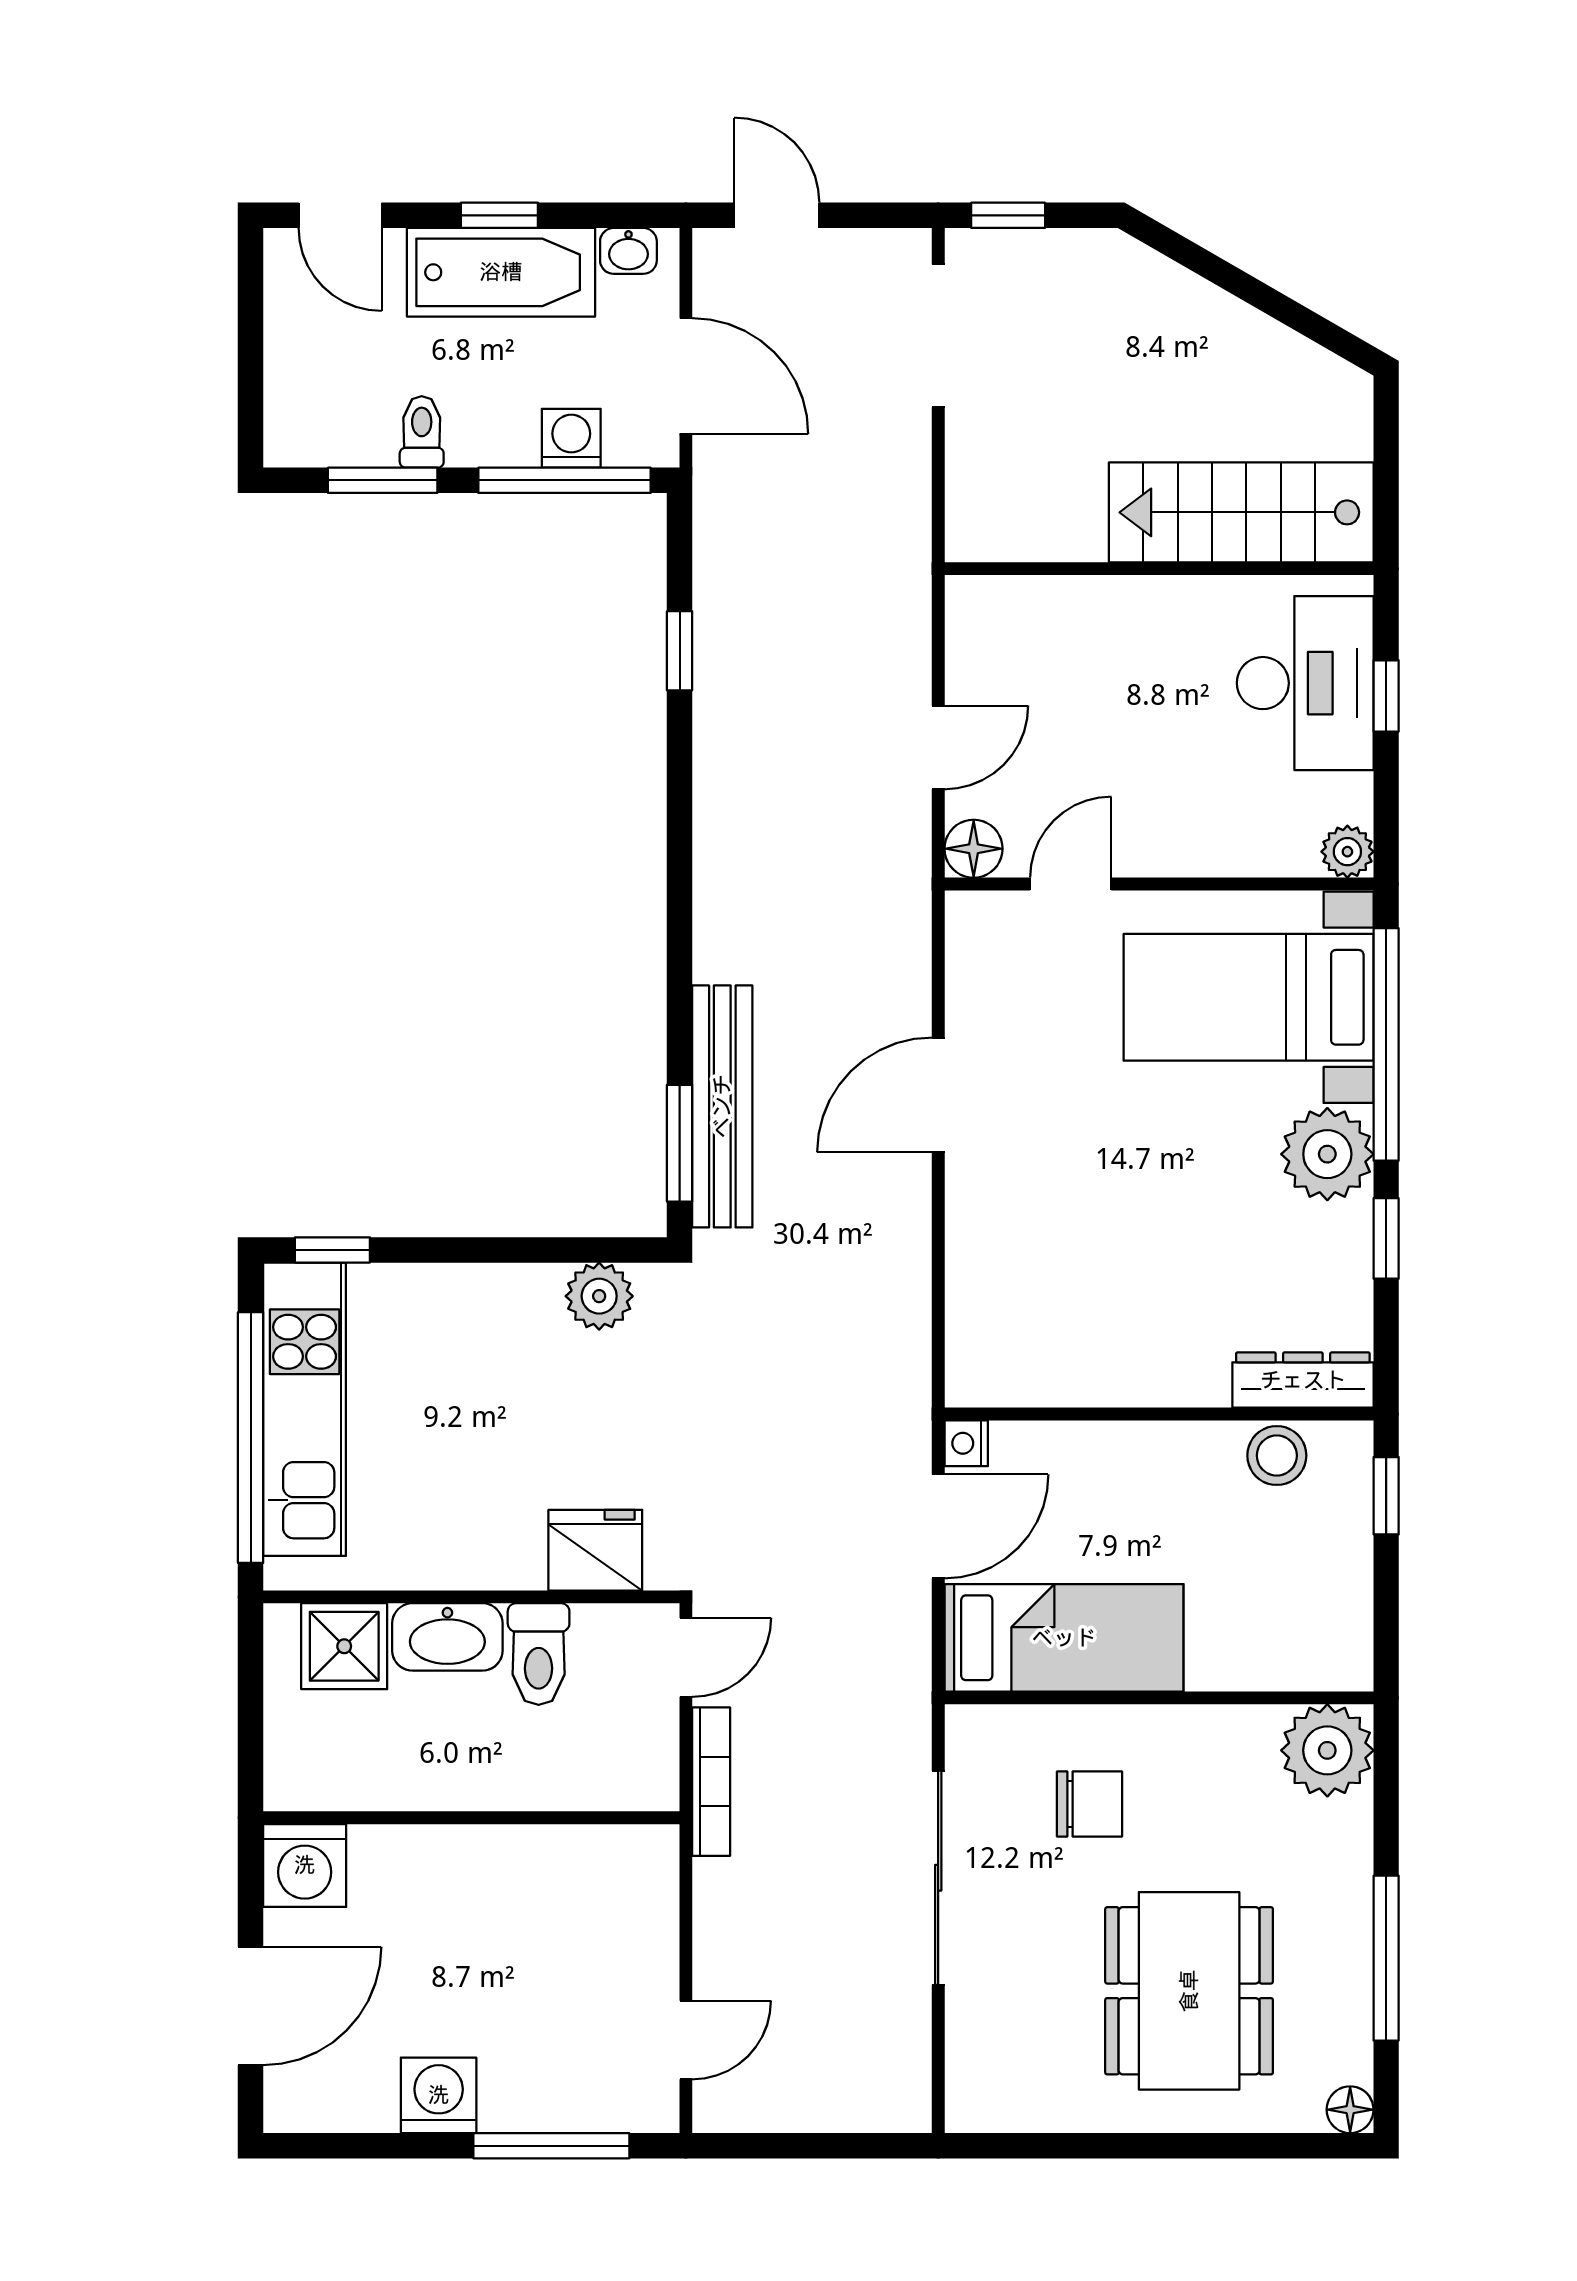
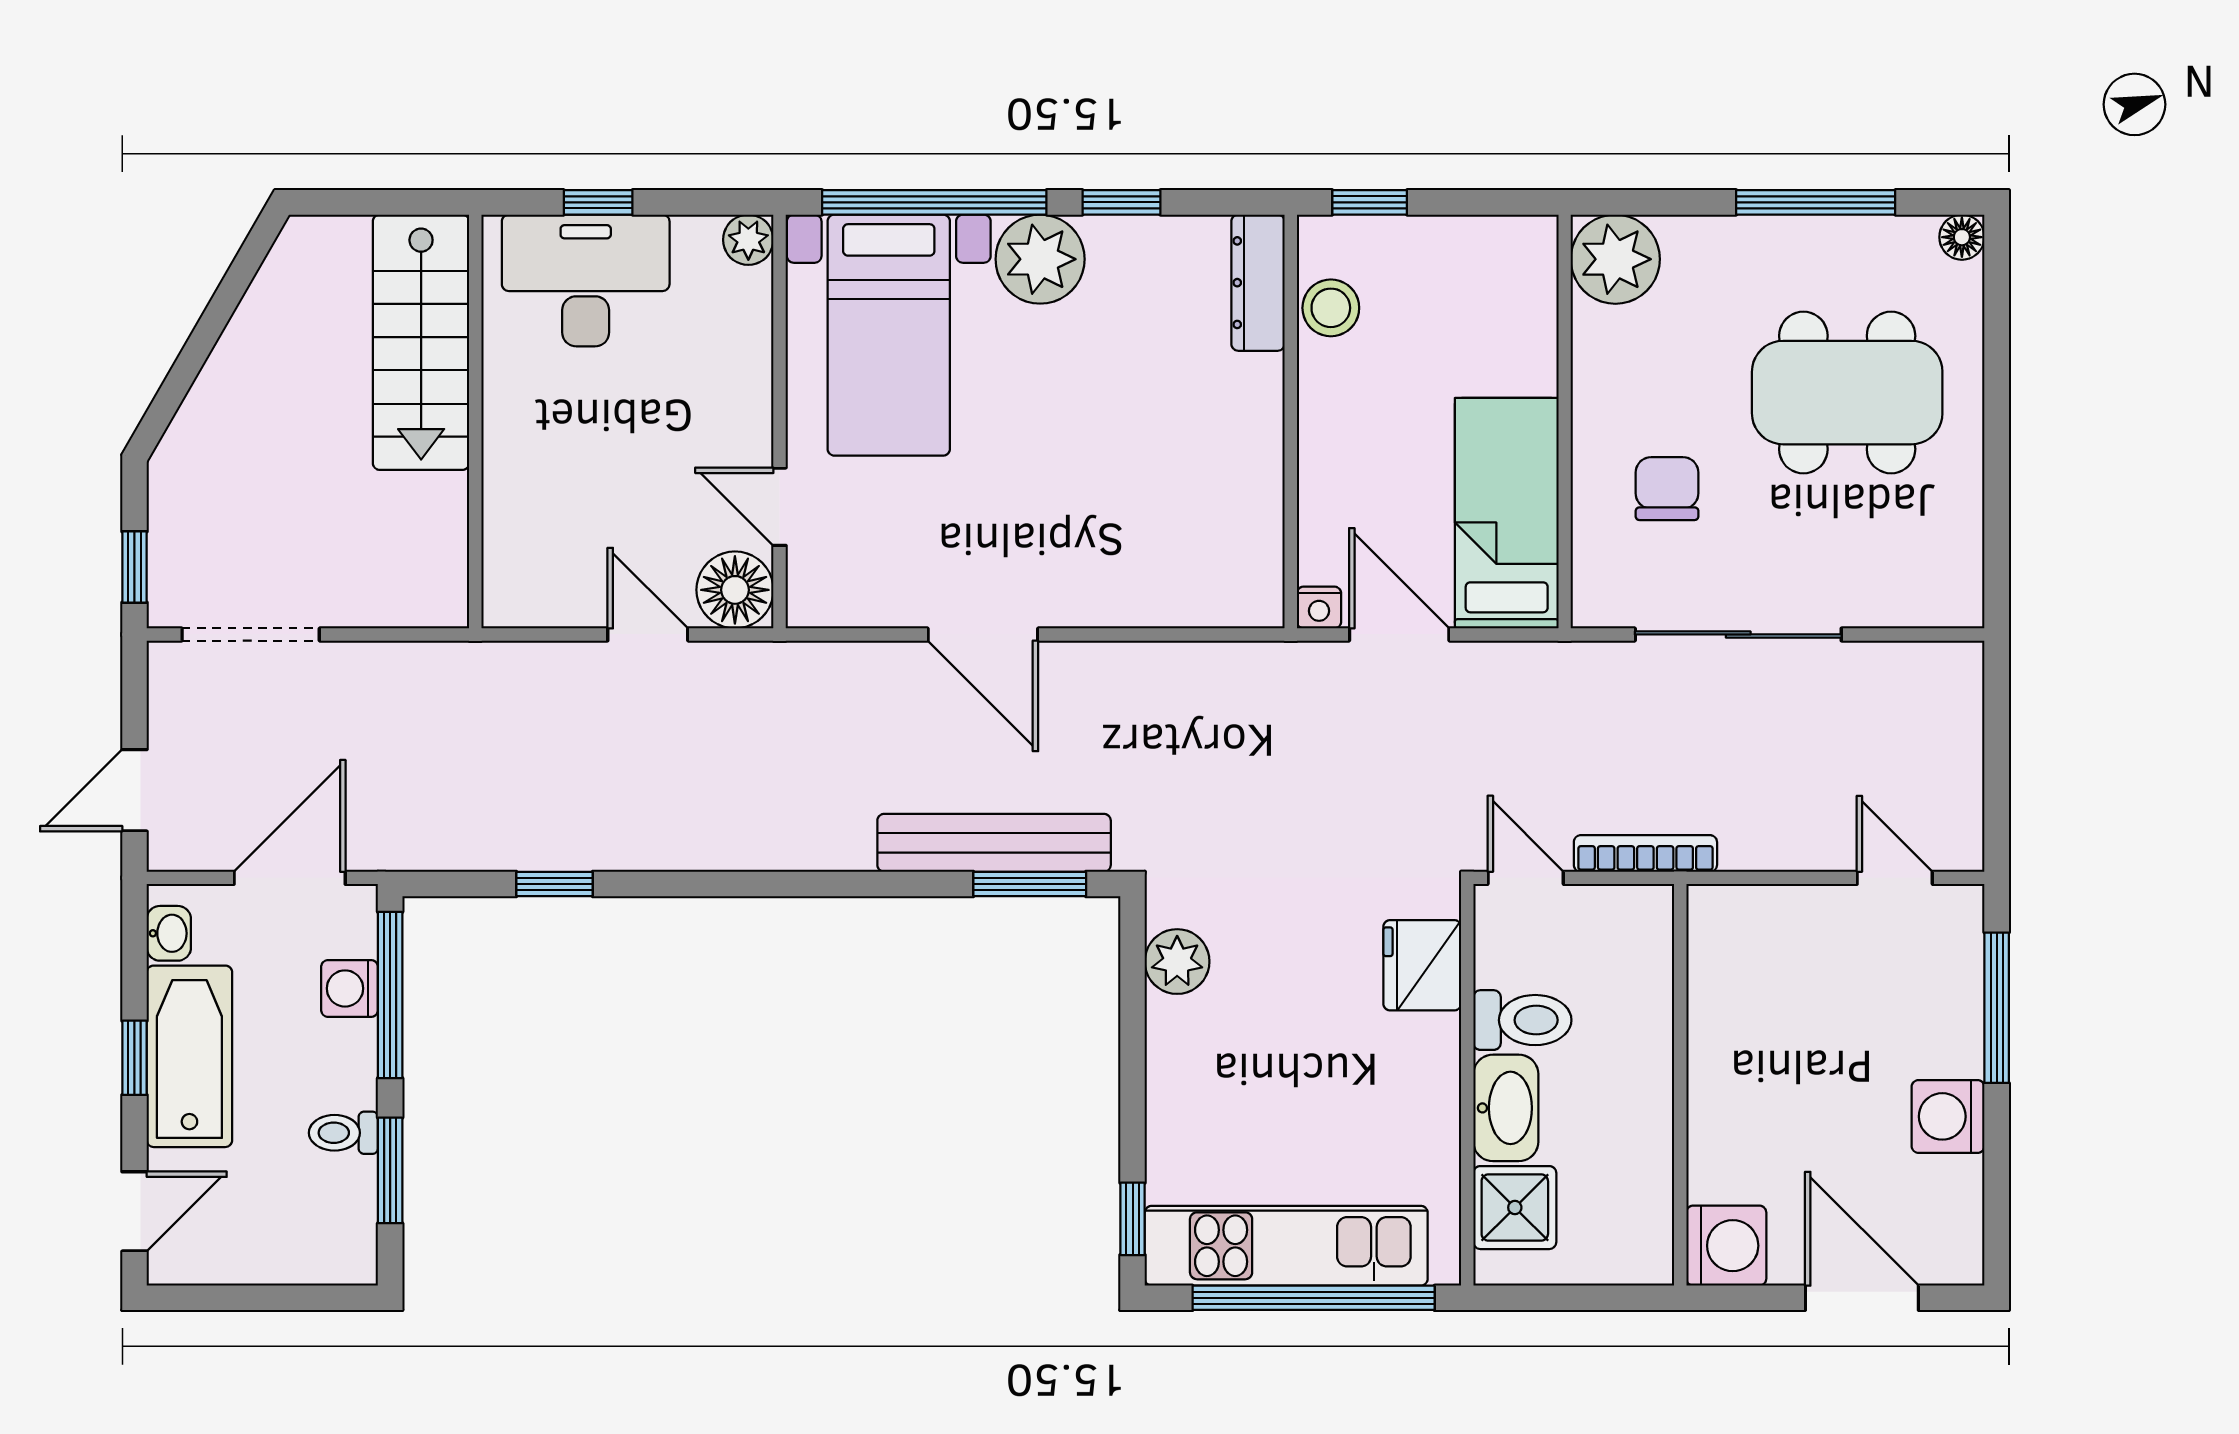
floor lamp: (974, 849) -> (735, 590), width x1.38, depth x1.38

